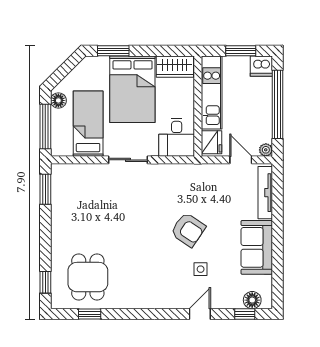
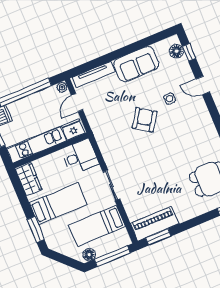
bed: (132, 89) -> (58, 204), width x0.67
piano: (63, 191) -> (155, 224), added

